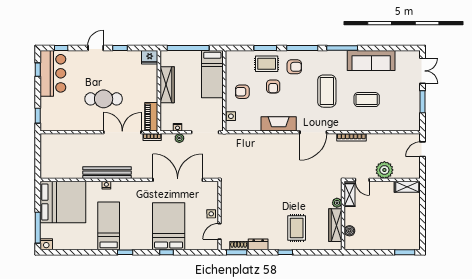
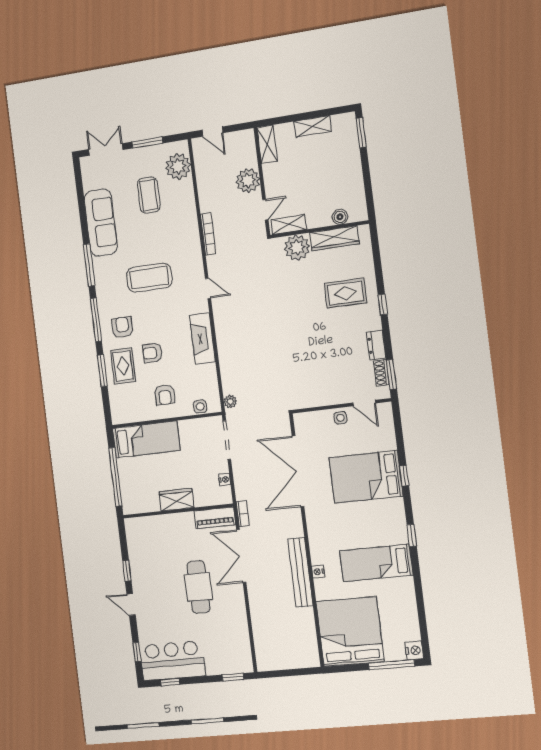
fridge: (150, 57) -> (134, 529), removed
wardrobe: (167, 85) -> (177, 500), width x0.67
armchair: (273, 86) -> (152, 353), turned 180
coffee table: (367, 100) -> (149, 195), moved
plant: (402, 122) -> (178, 167), added
door: (313, 132) -> (208, 288), width x0.53
plant: (179, 138) -> (230, 402), moved
plant: (337, 203) -> (297, 248), width x1.88, depth x1.88
shelving: (415, 220) -> (313, 126), added

